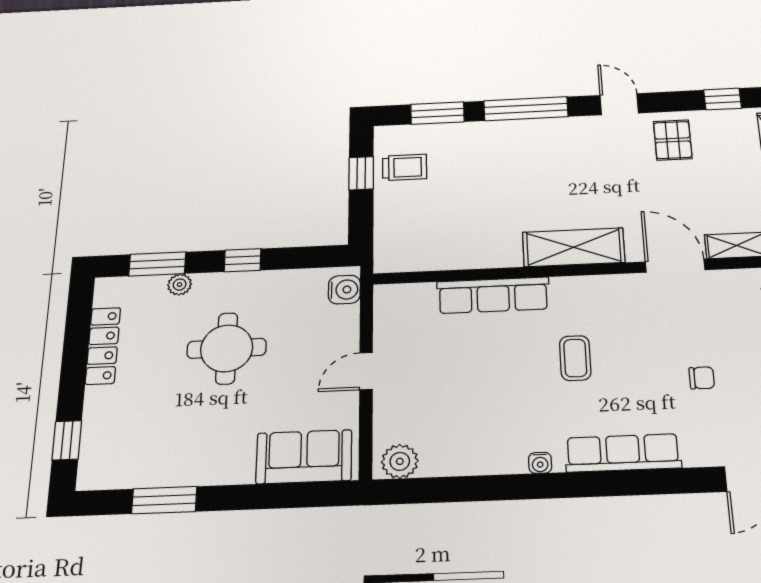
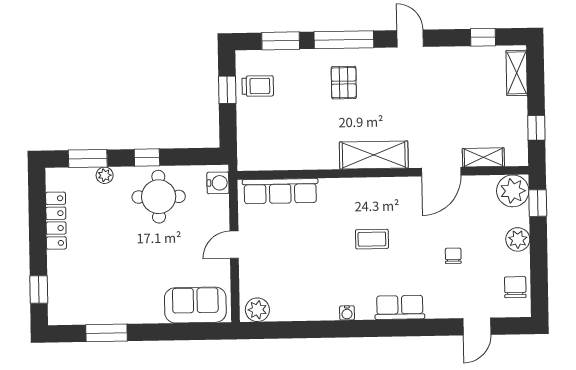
pallet: (673, 140) -> (344, 83), moved
door: (675, 266) -> (441, 172), swing flipped
row of seats: (493, 295) -> (280, 191), moved
round table: (227, 348) -> (159, 197), moved
coffee table: (575, 358) -> (372, 239), turned 90
chair: (702, 378) -> (453, 256), turned -90
row of seats: (623, 453) -> (400, 307), width x0.68

